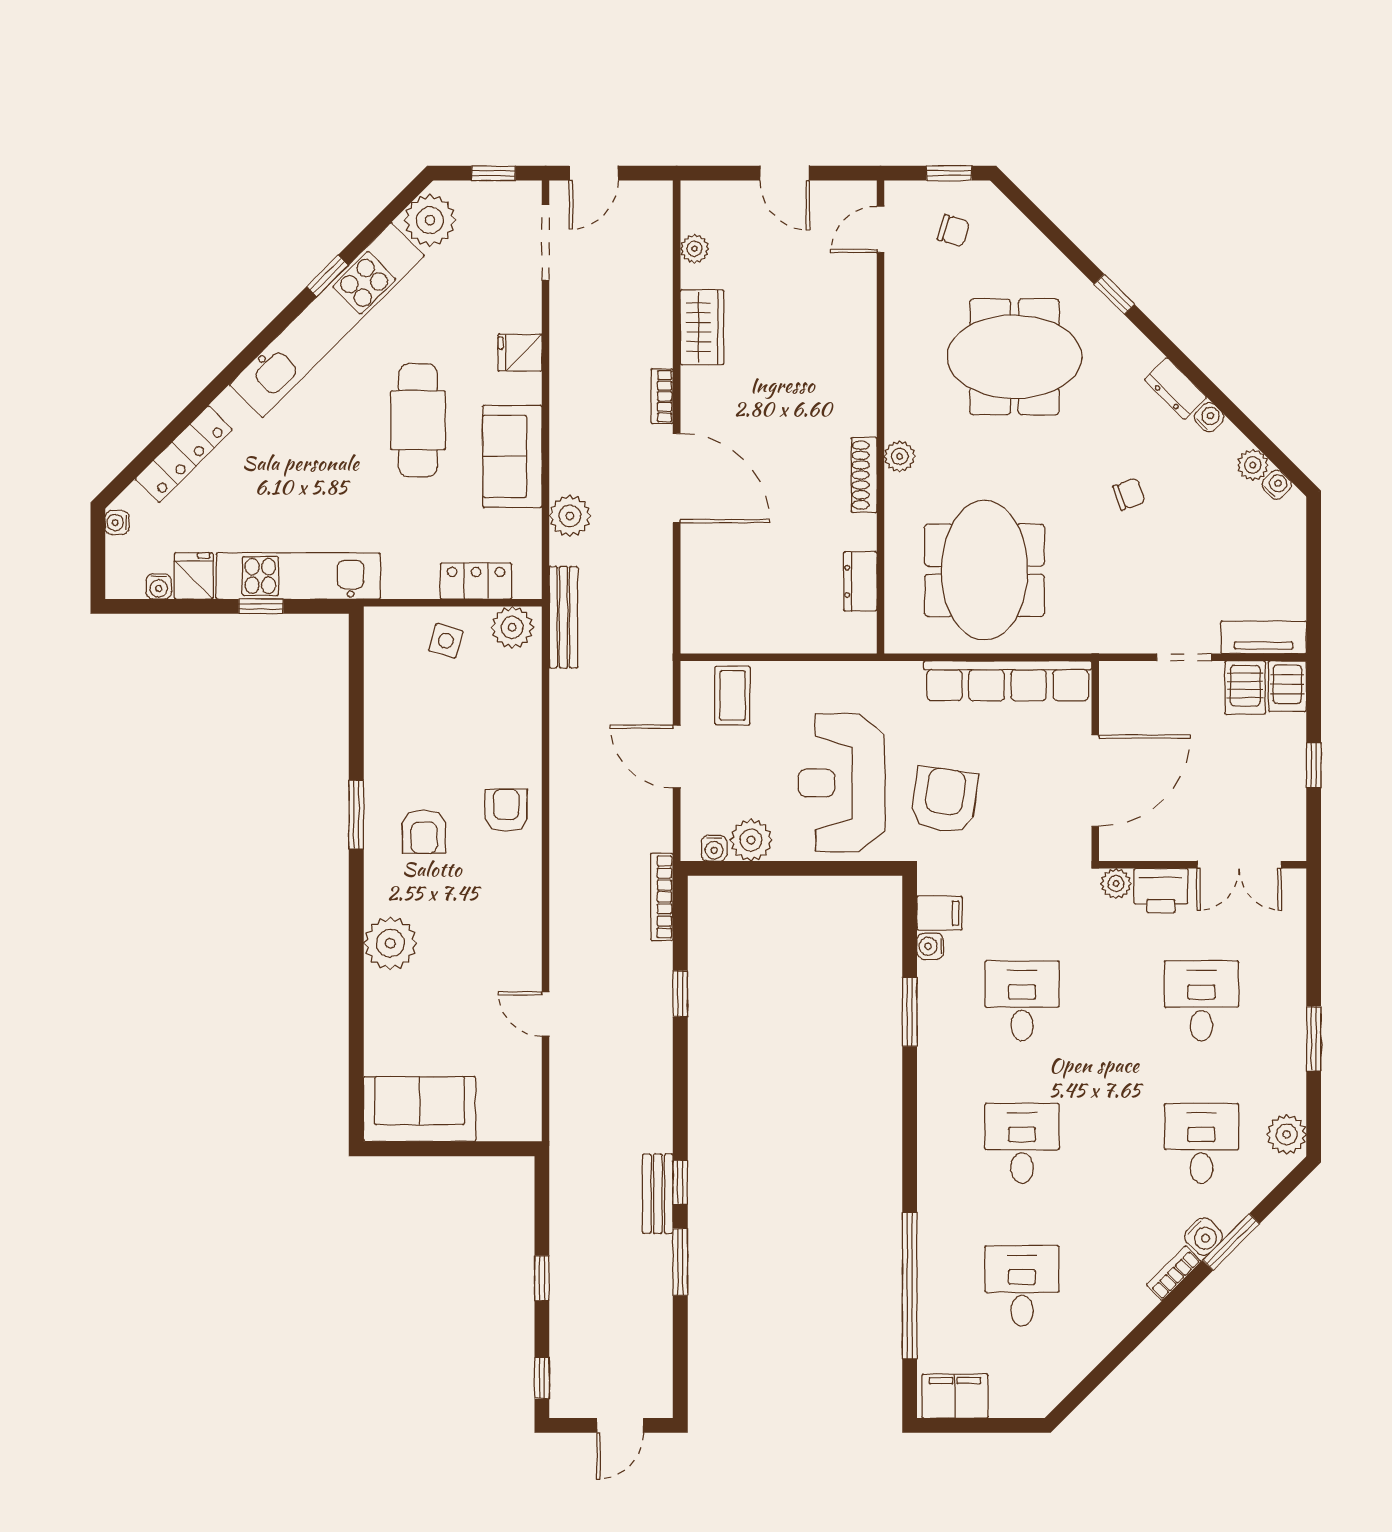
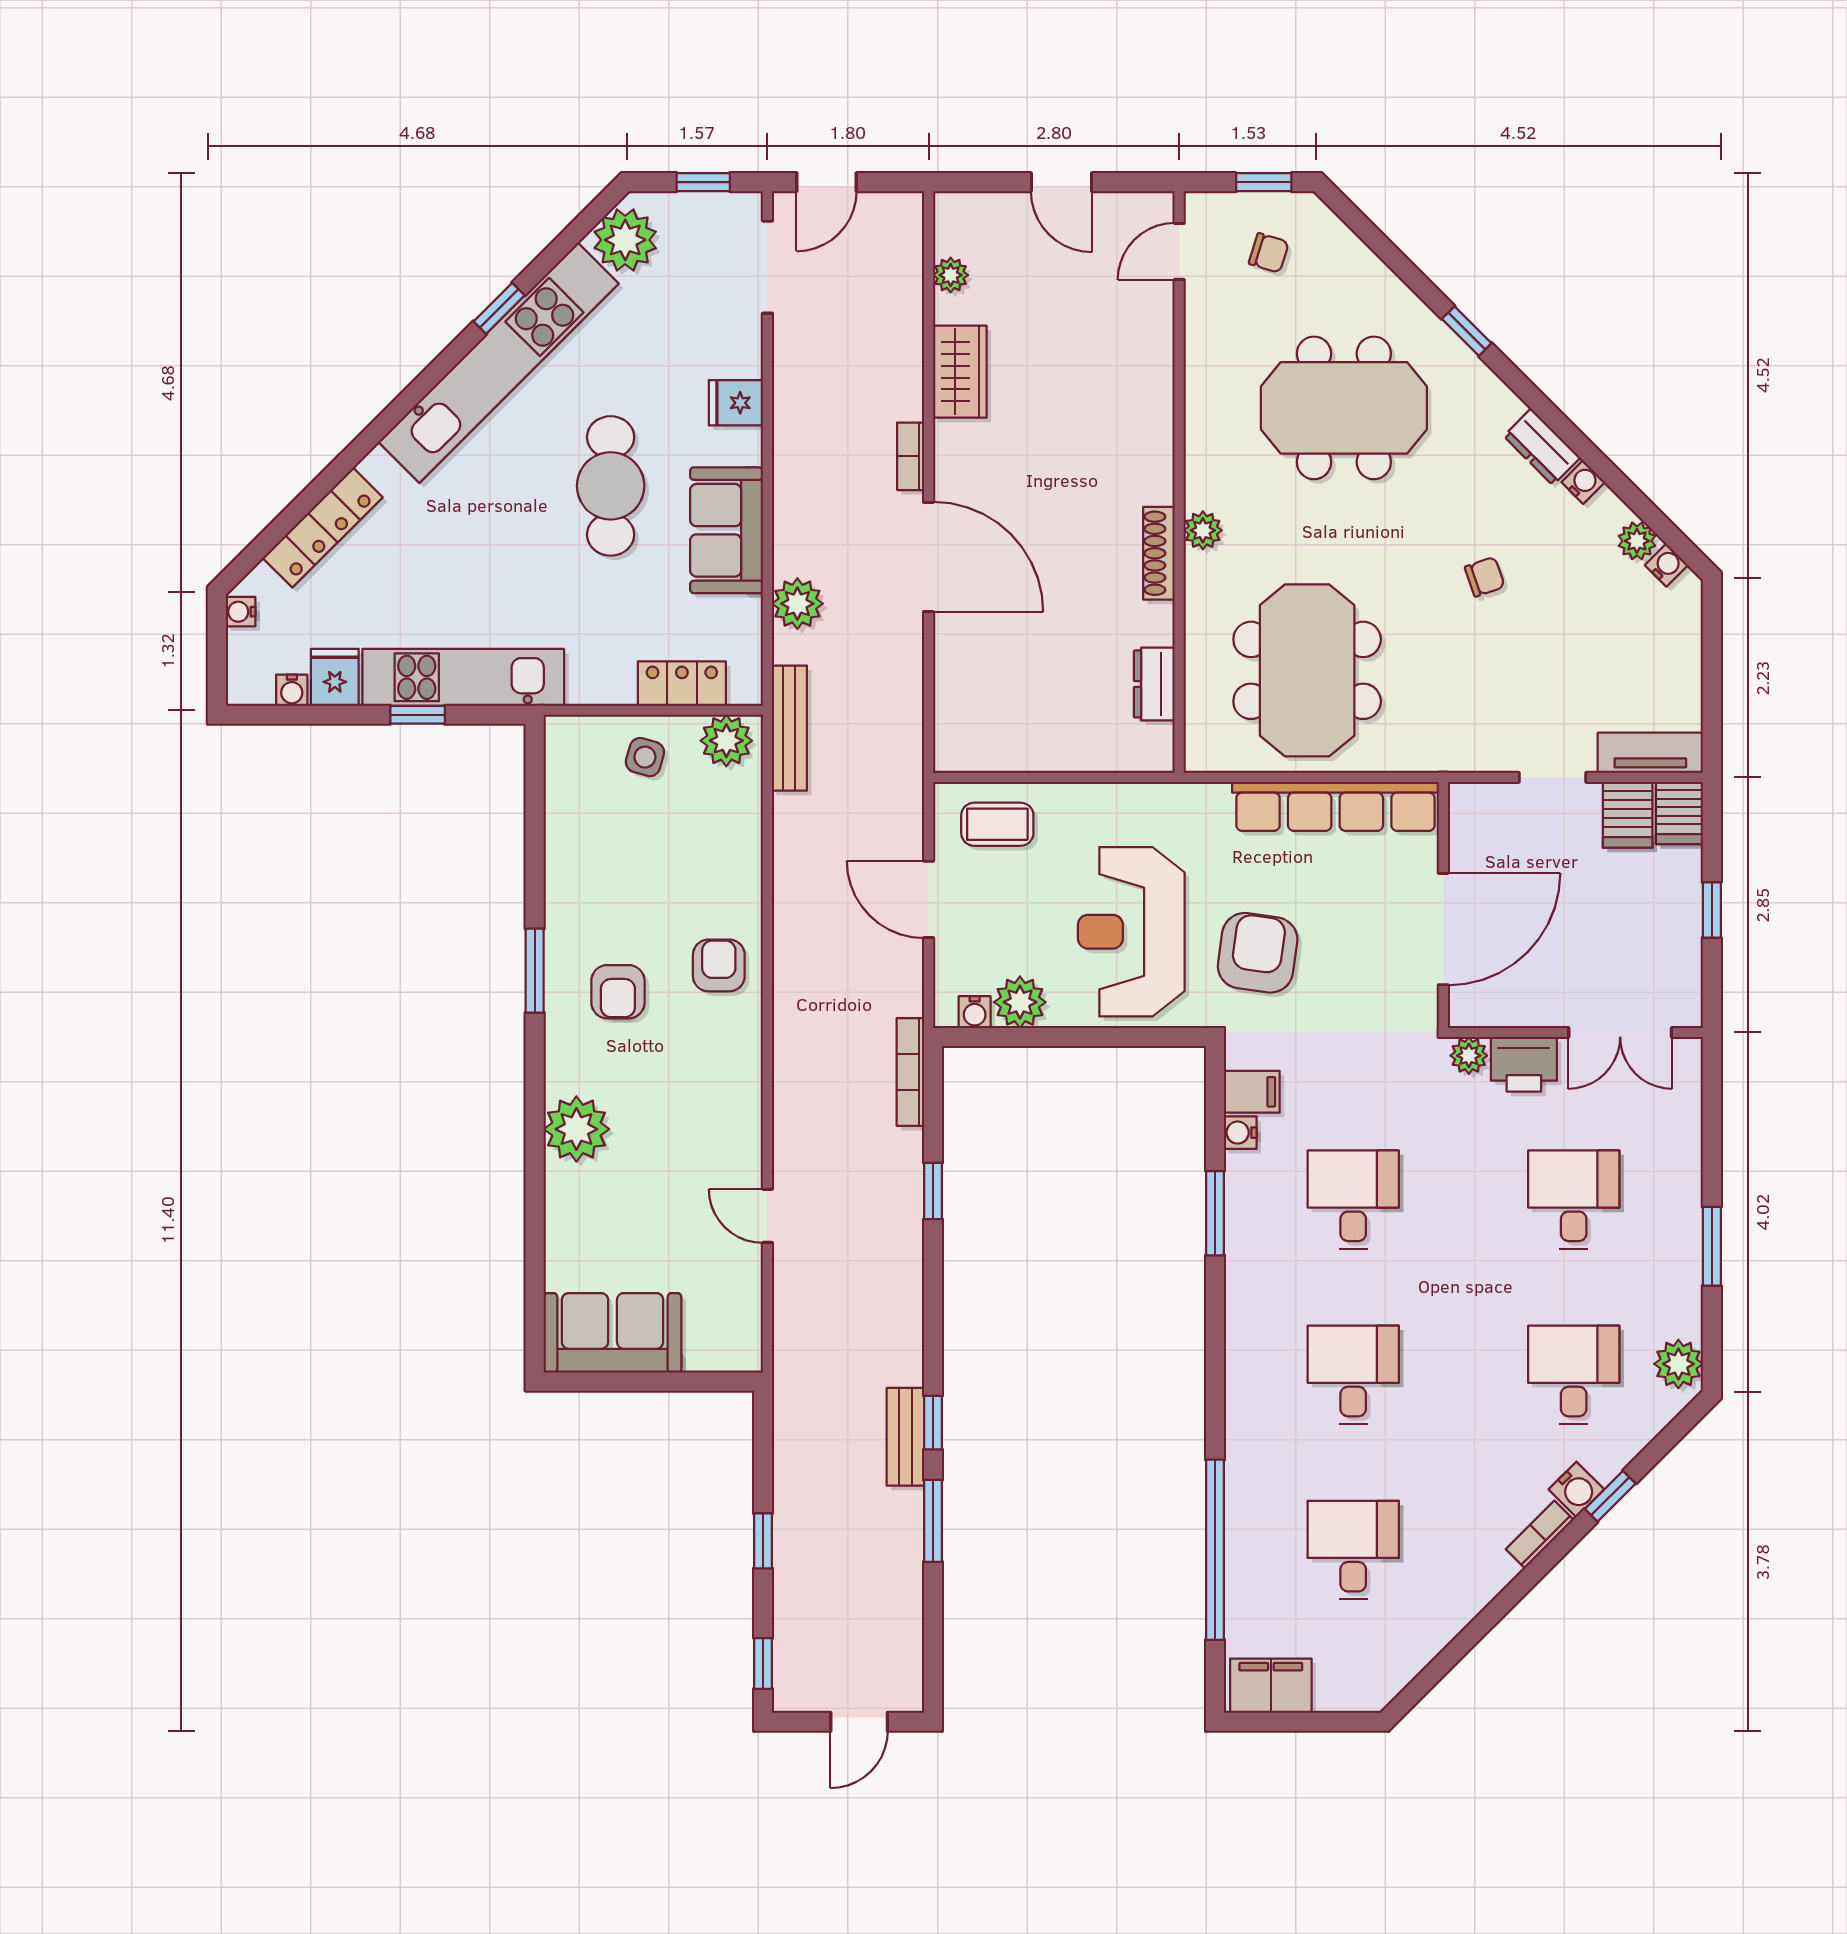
coffee table: (733, 695) -> (997, 824), turned 90
window: (1231, 1242) -> (1610, 1496), width x0.67

